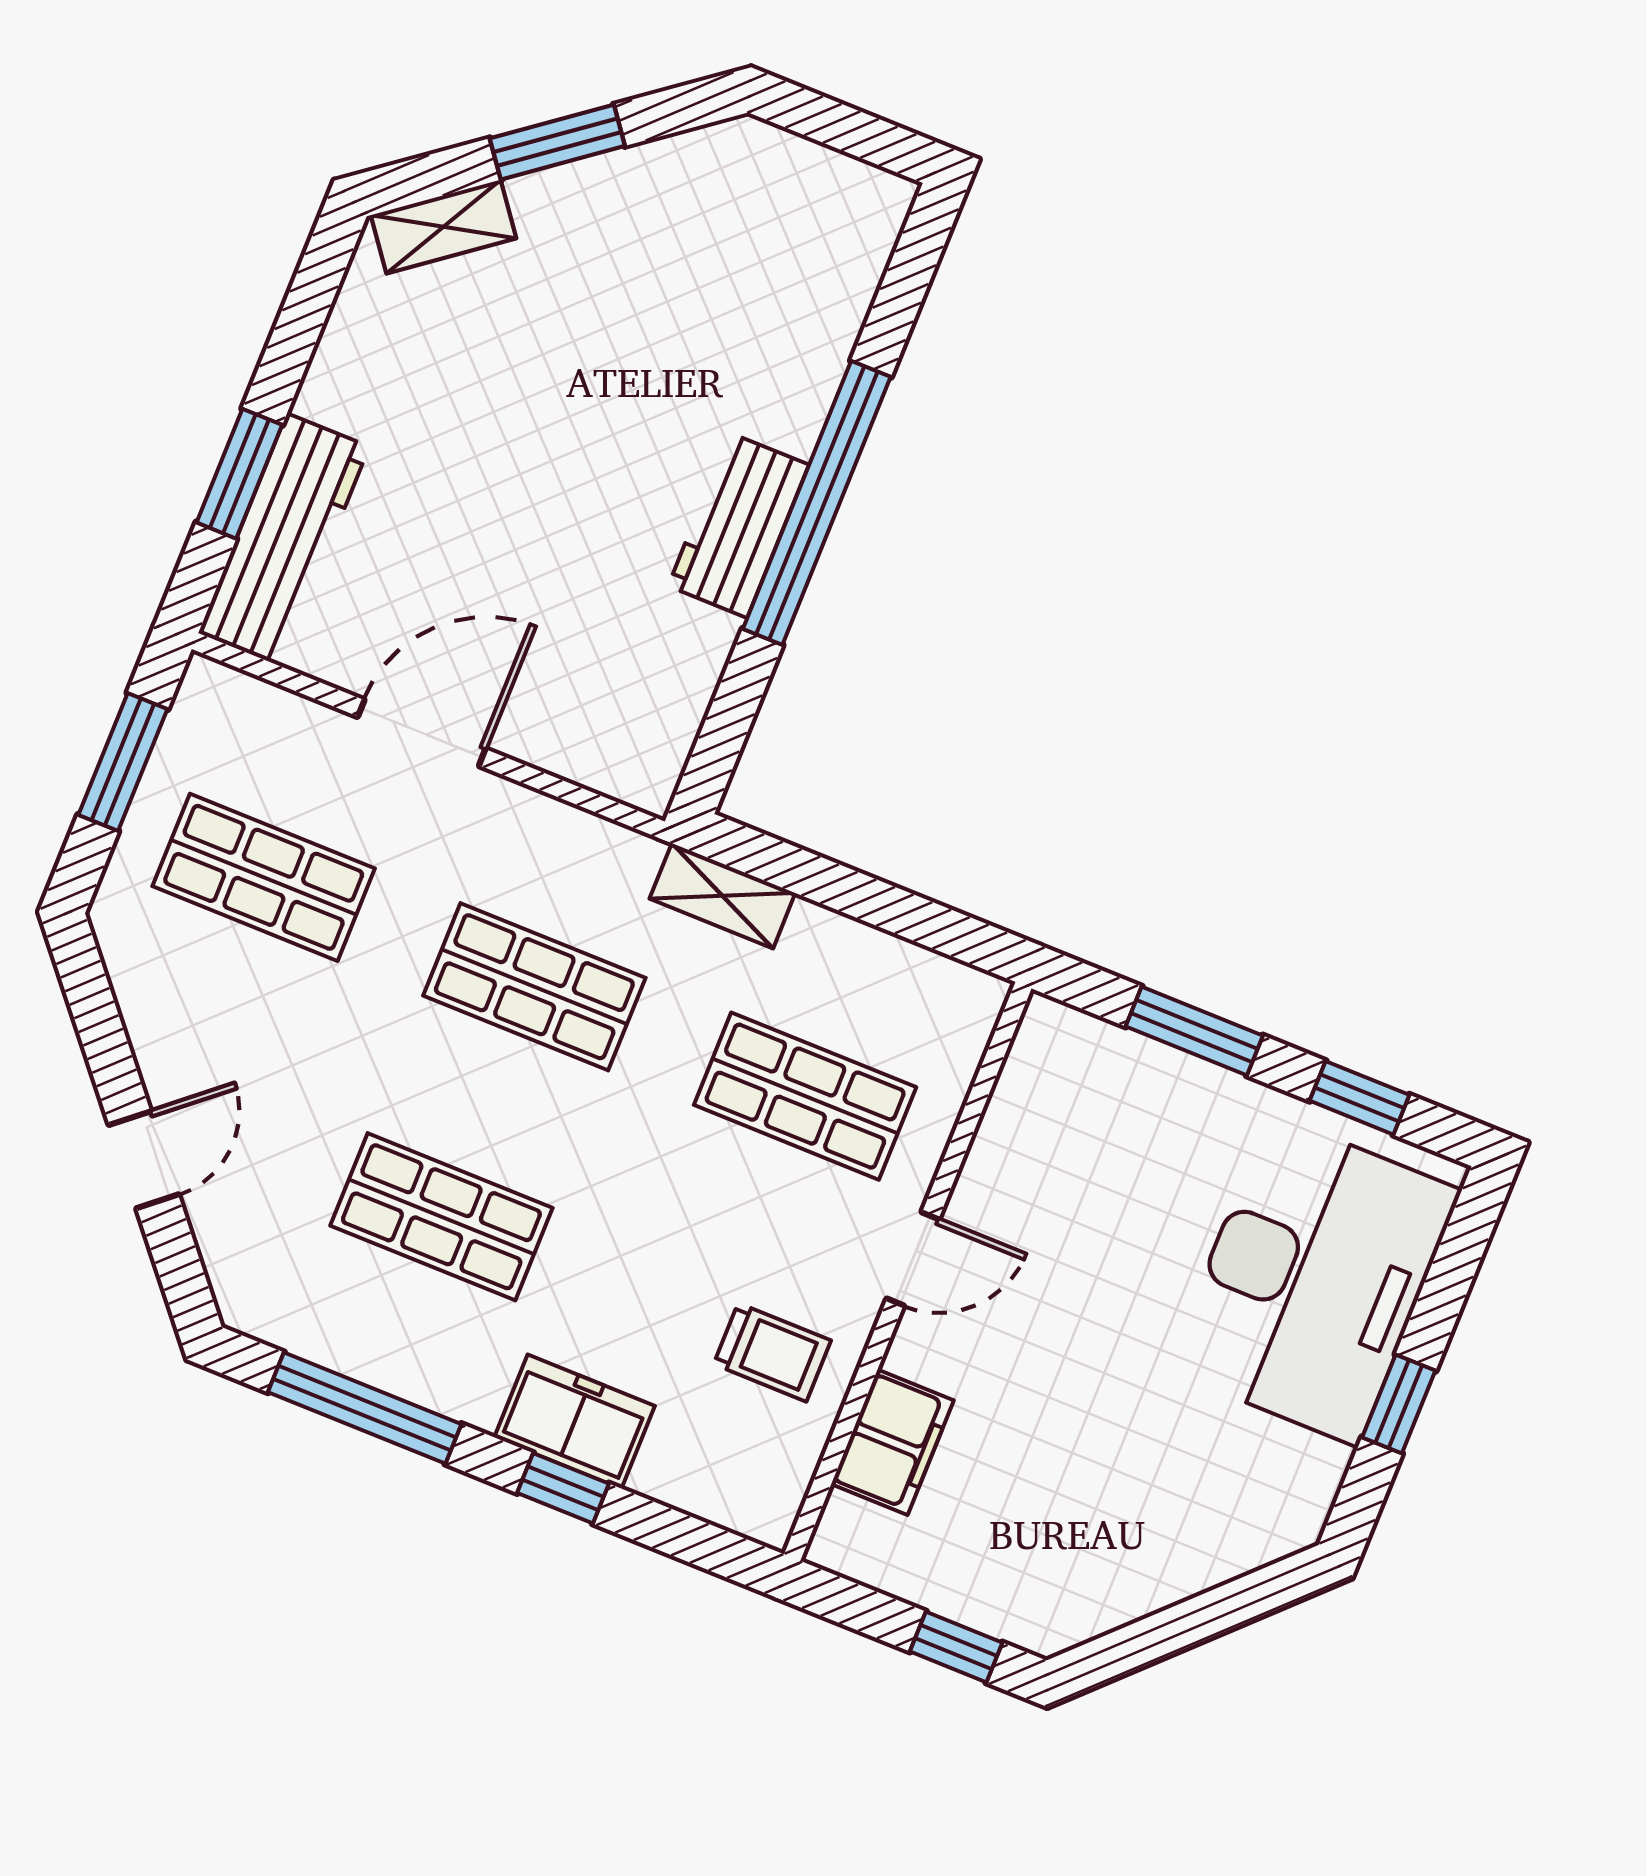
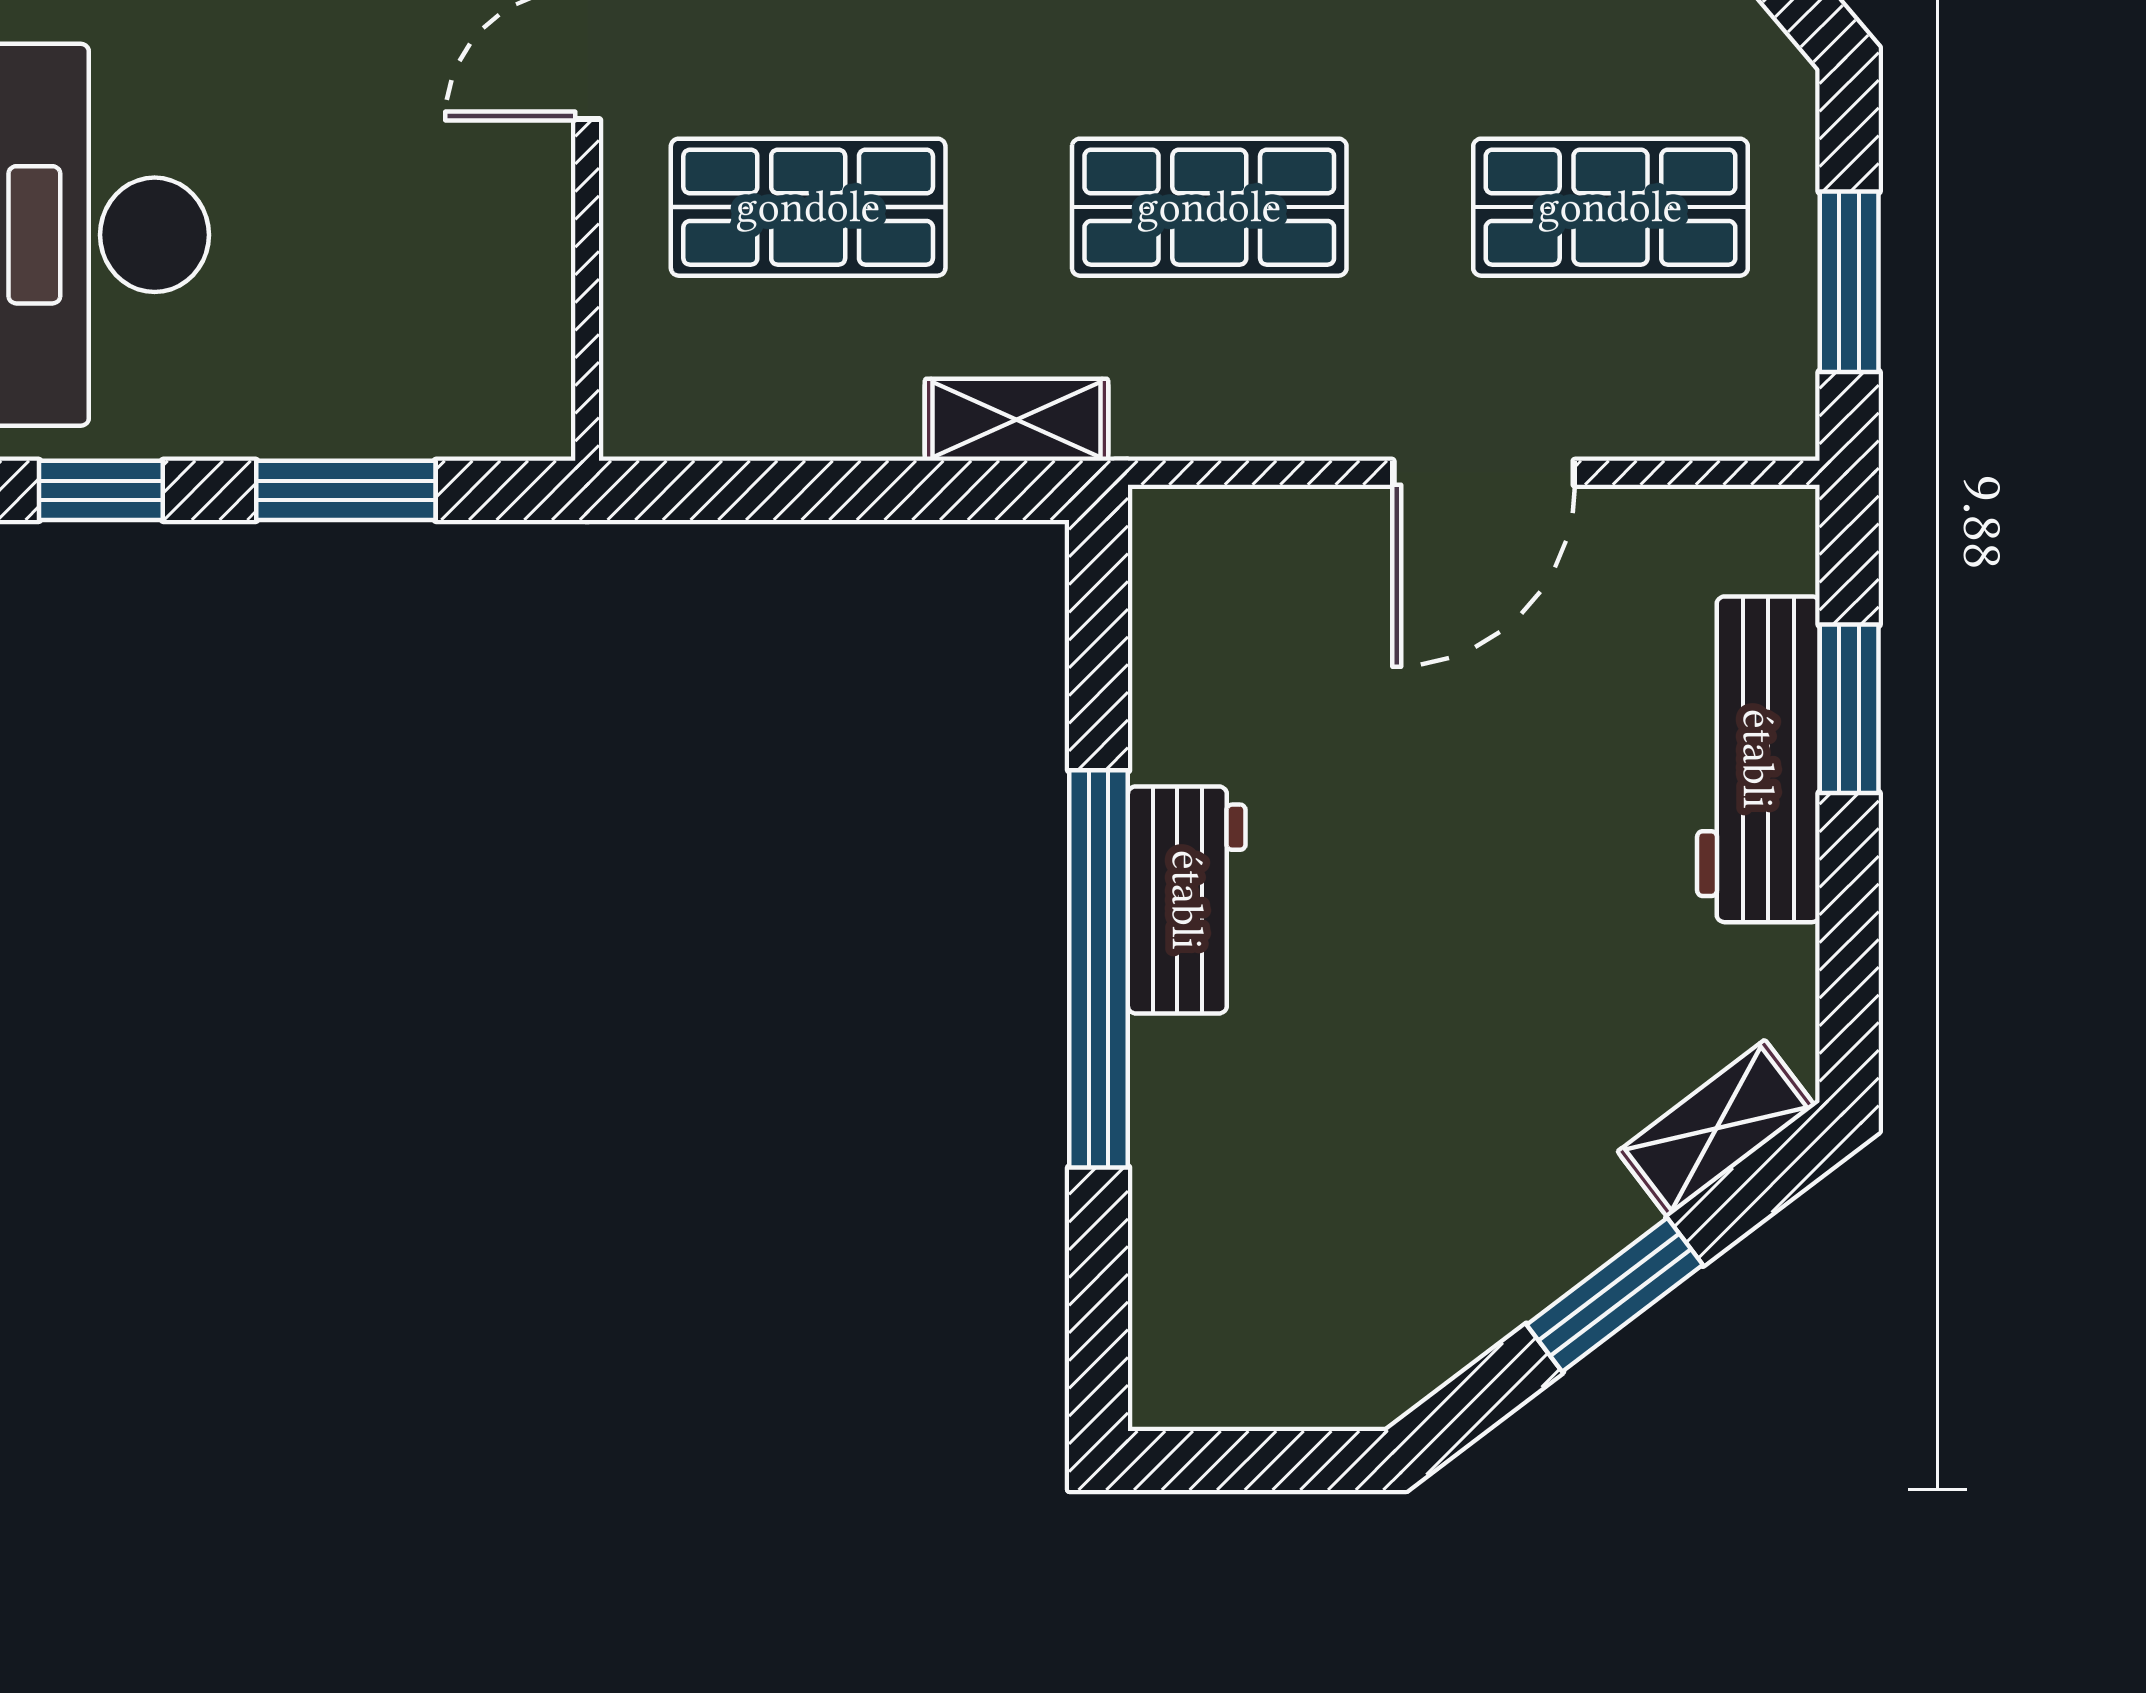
workbench: (284, 540) -> (1758, 759), moved

